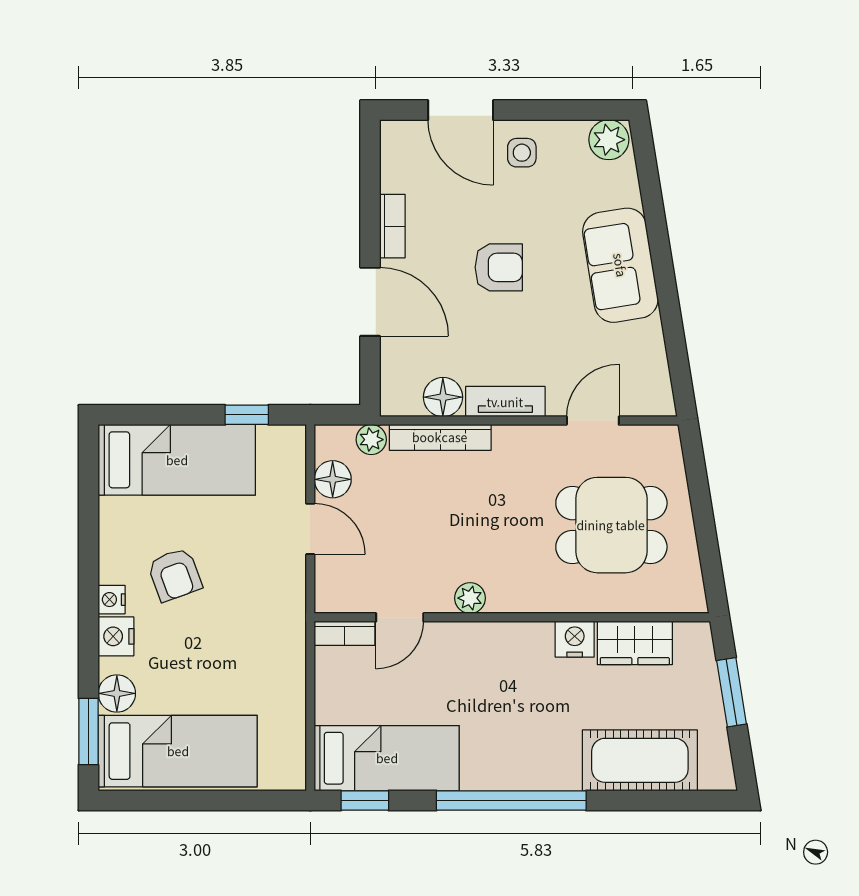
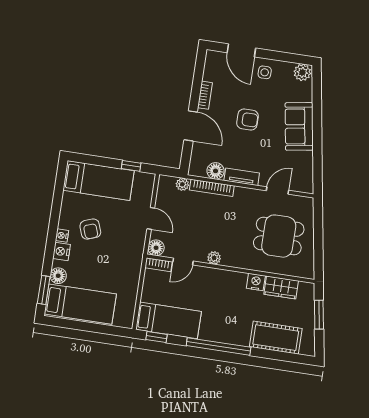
floor lamp: (333, 479) -> (156, 248), moved

